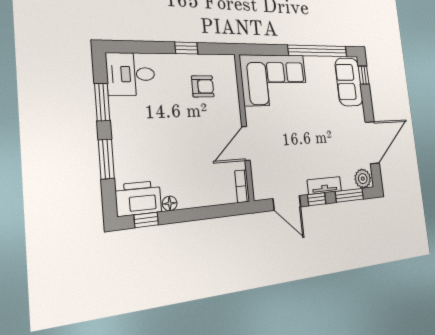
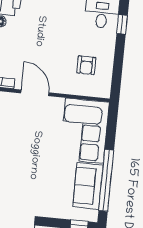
window: (186, 48) -> (122, 24), moved
sofa: (349, 82) -> (88, 186), moved, turned -90

